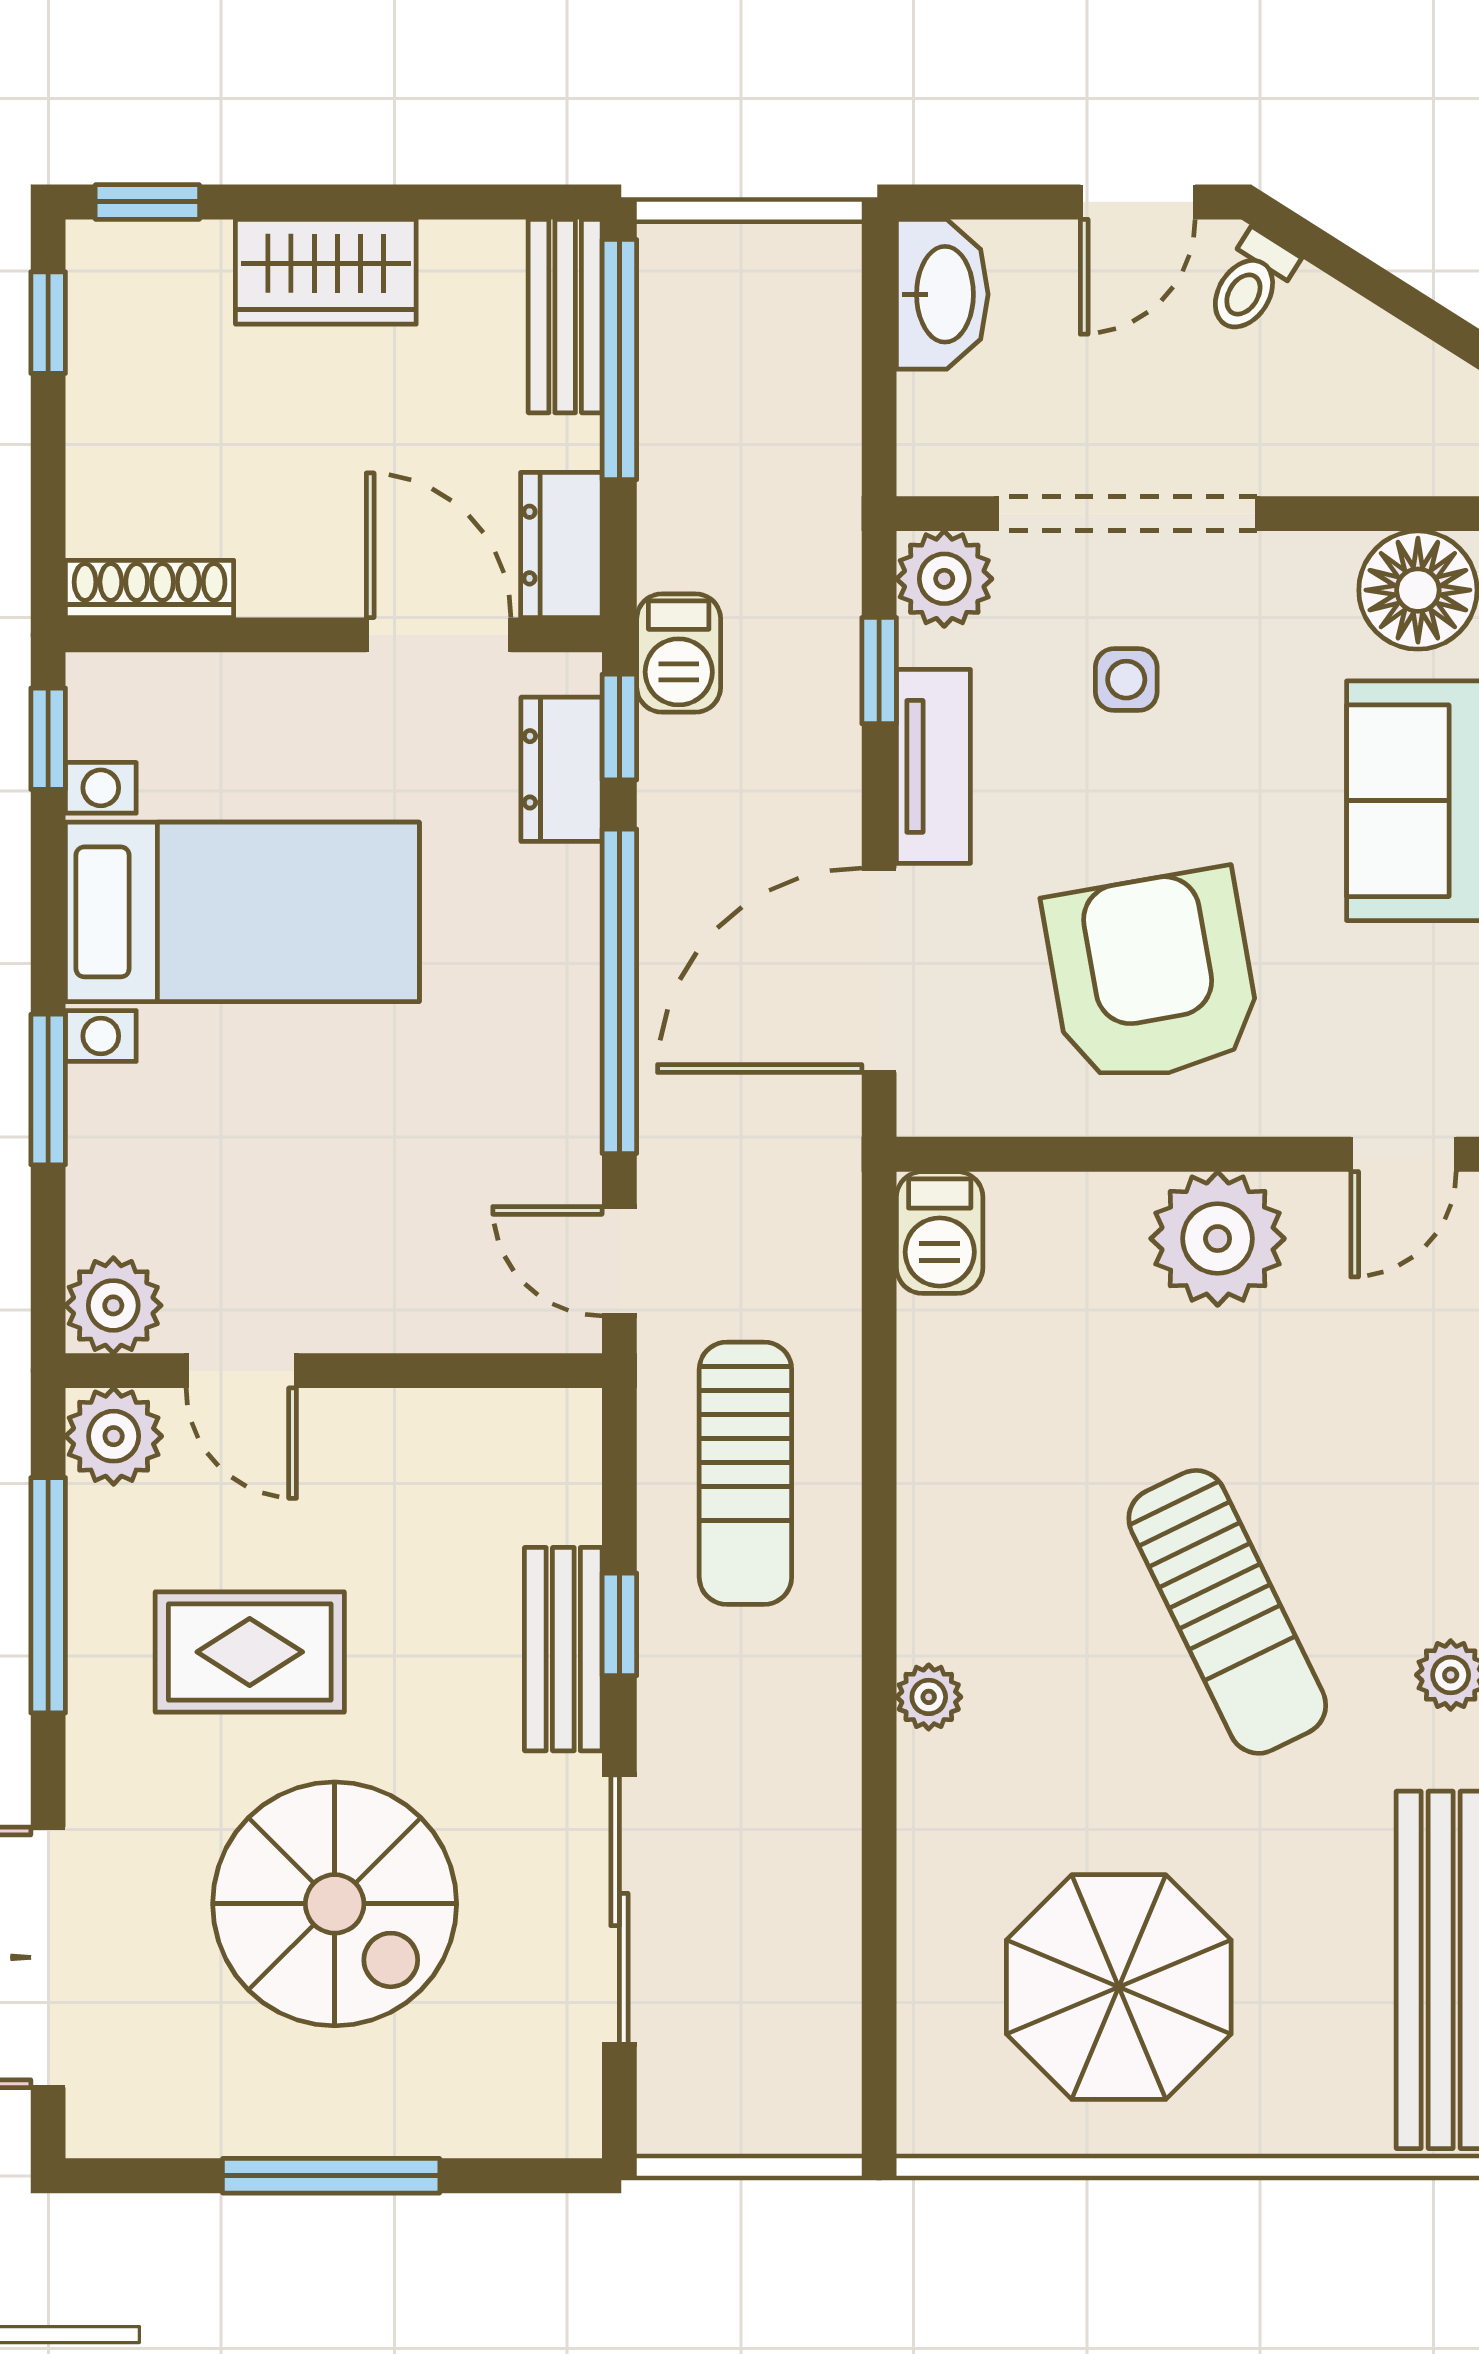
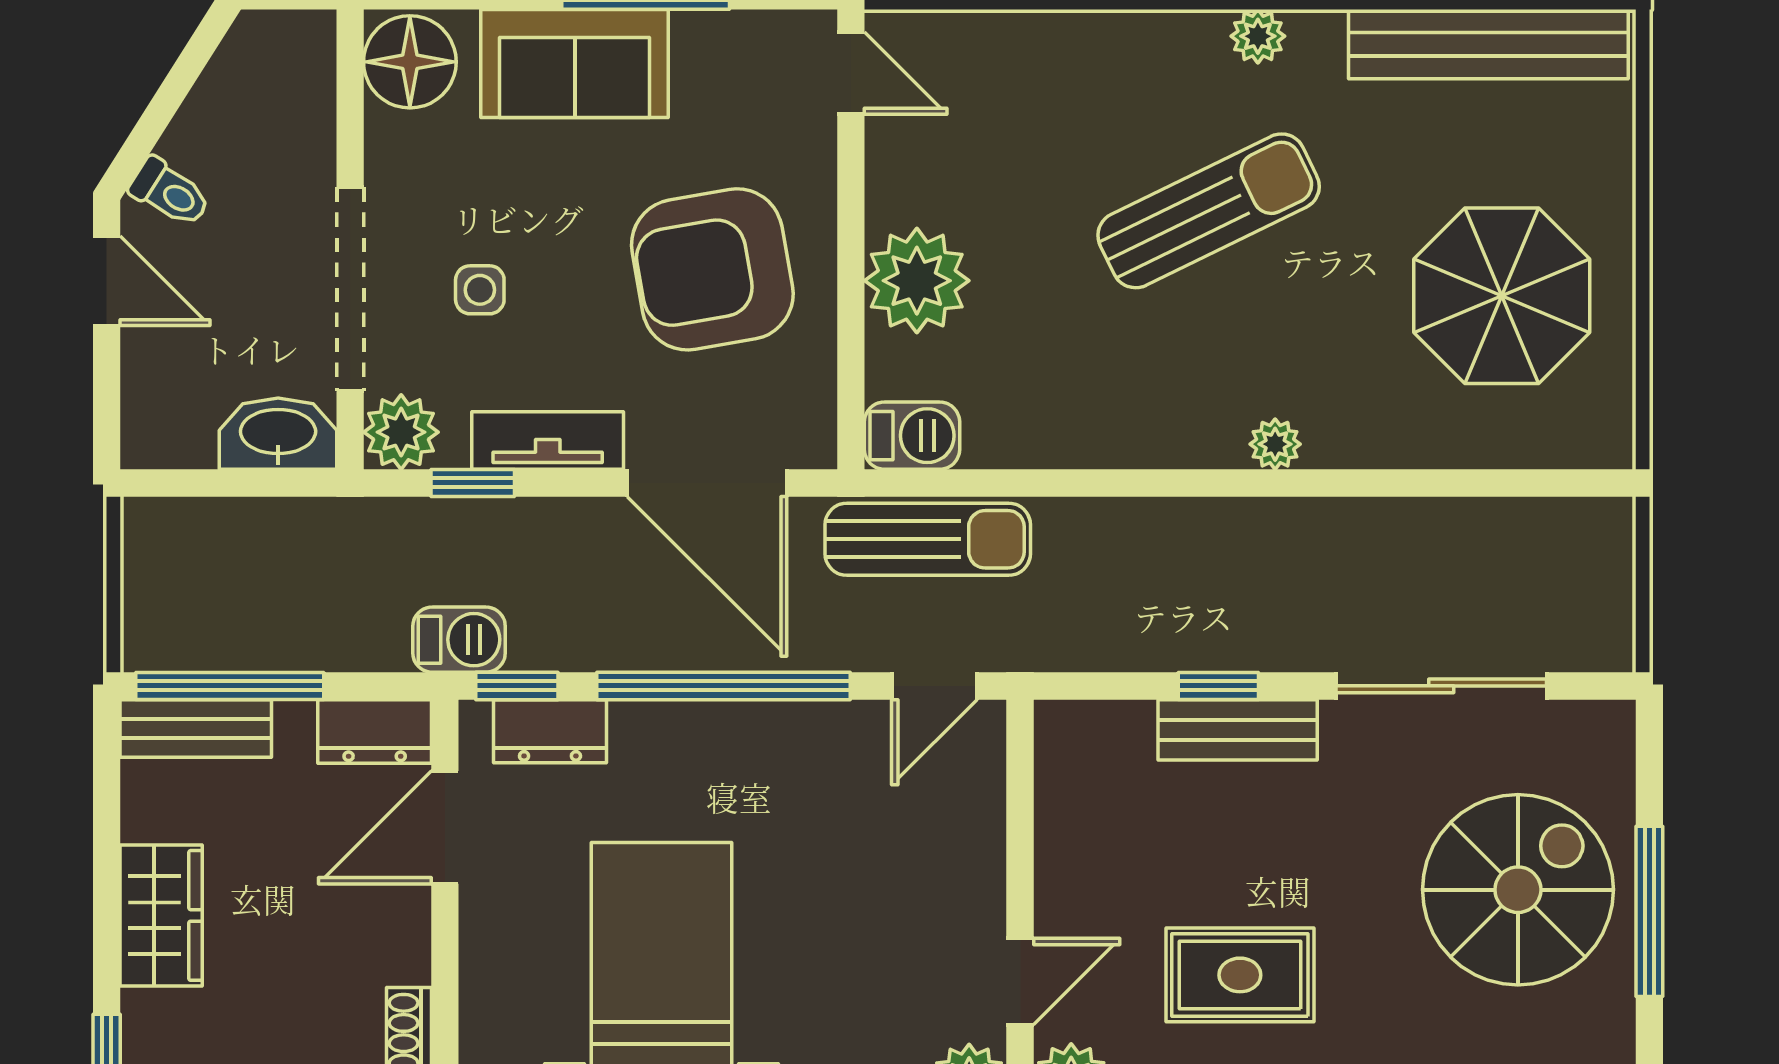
washbasin: (942, 294) -> (278, 434), moved
plant: (1218, 1239) -> (917, 281), moved
sun lounger: (745, 1473) -> (928, 539), moved
rug: (250, 1652) -> (1240, 975), turned 90
spiral stairs: (335, 1904) -> (1518, 890), moved

